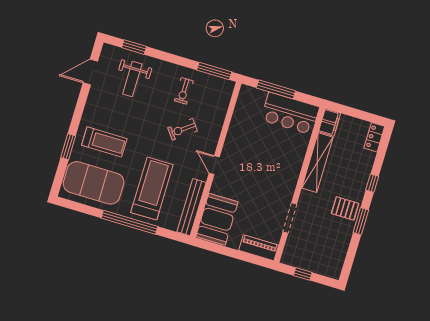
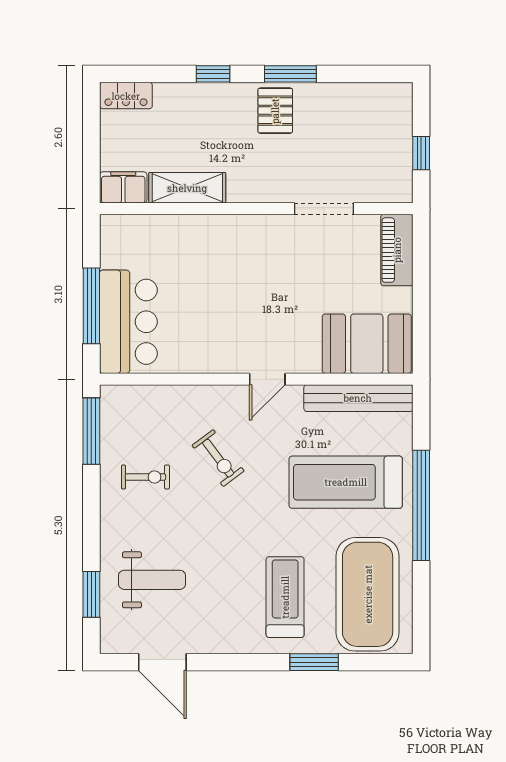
bar counter: (290, 113) -> (128, 322), moved
shelving: (317, 163) -> (187, 188), width x0.68

